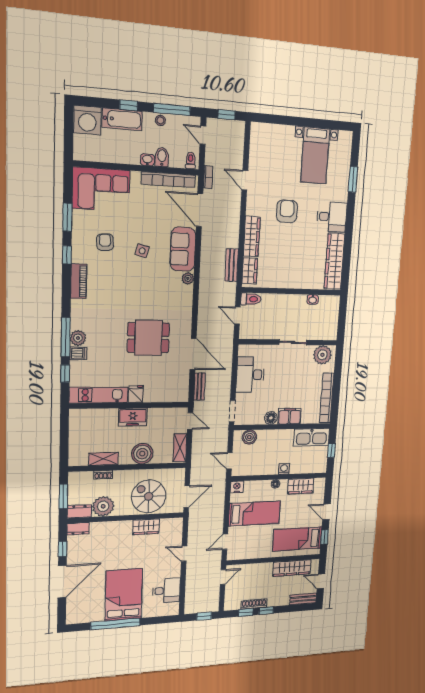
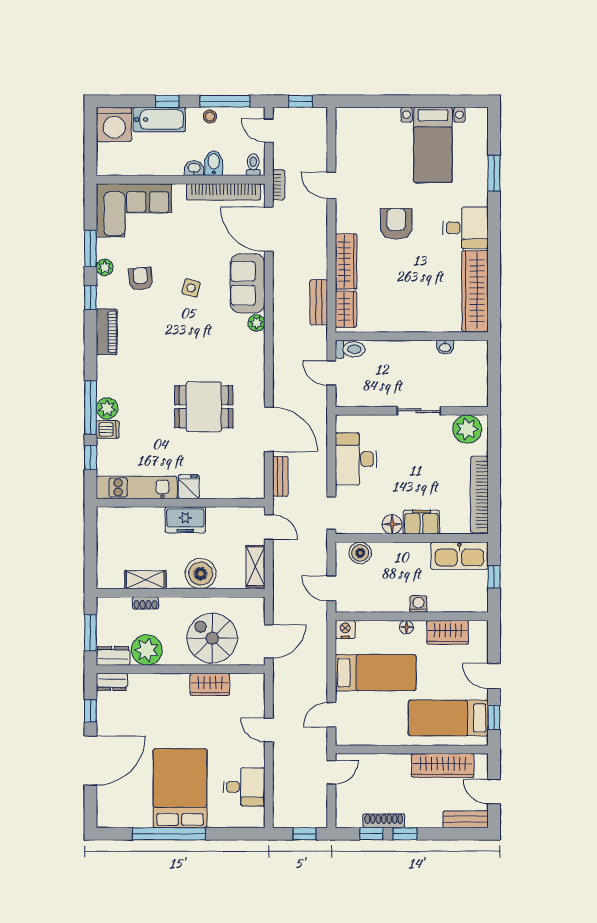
plant: (78, 232) -> (105, 267), added

